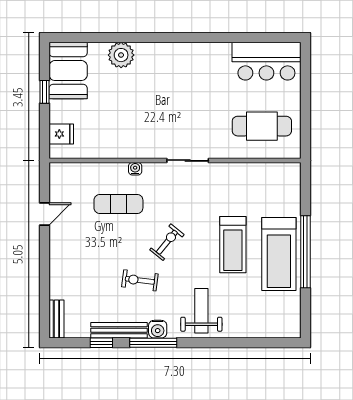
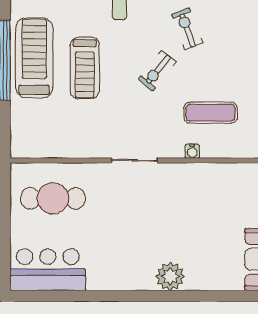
plant: (121, 55) -> (170, 276), moved
treadmill: (233, 245) -> (85, 68), turned 180
exercise bike: (140, 280) -> (187, 29), turned -118

